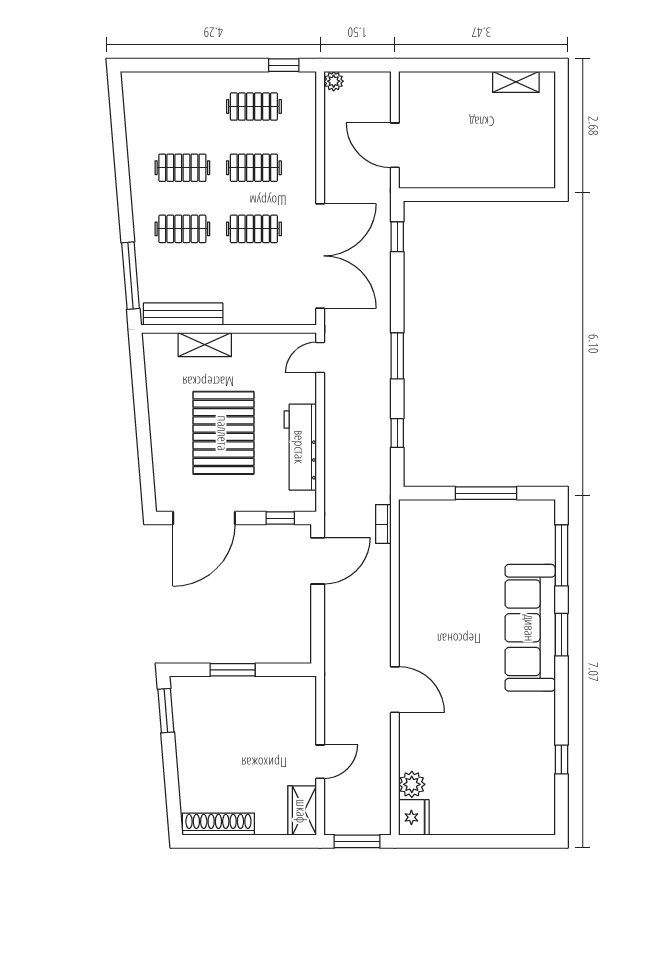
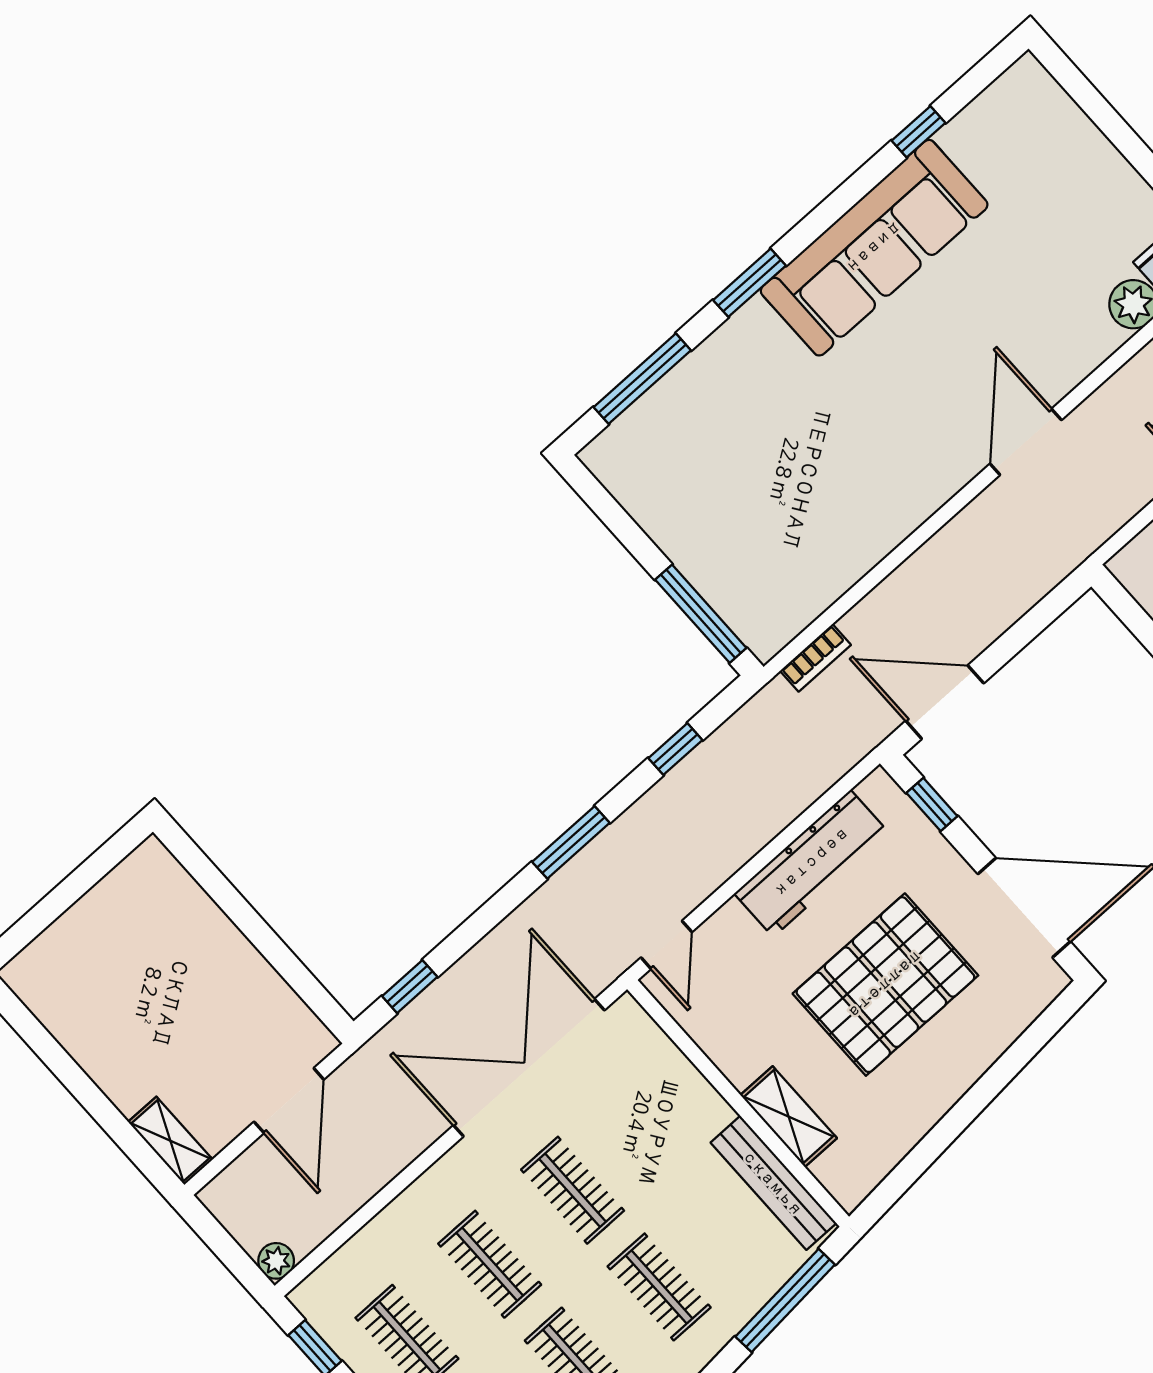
shelving: (516, 82) -> (170, 1141), moved
door: (320, 358) -> (666, 945), hinge flipped
window: (486, 493) -> (701, 614), moved
sofa: (530, 628) -> (874, 248), moved

